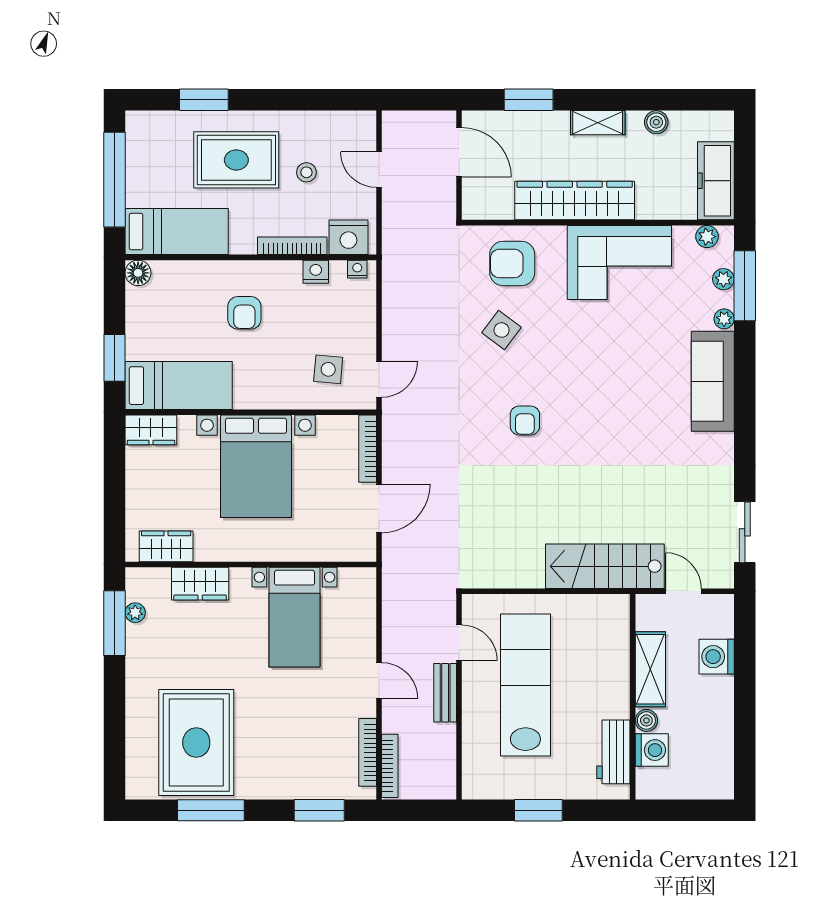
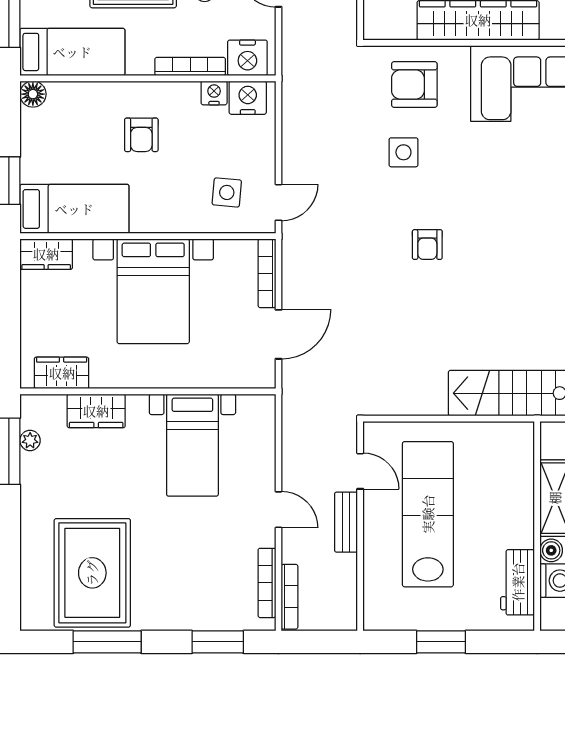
nightstand: (357, 269) -> (248, 98), width x1.89, depth x1.79
side table: (502, 330) -> (403, 152), turned -37

